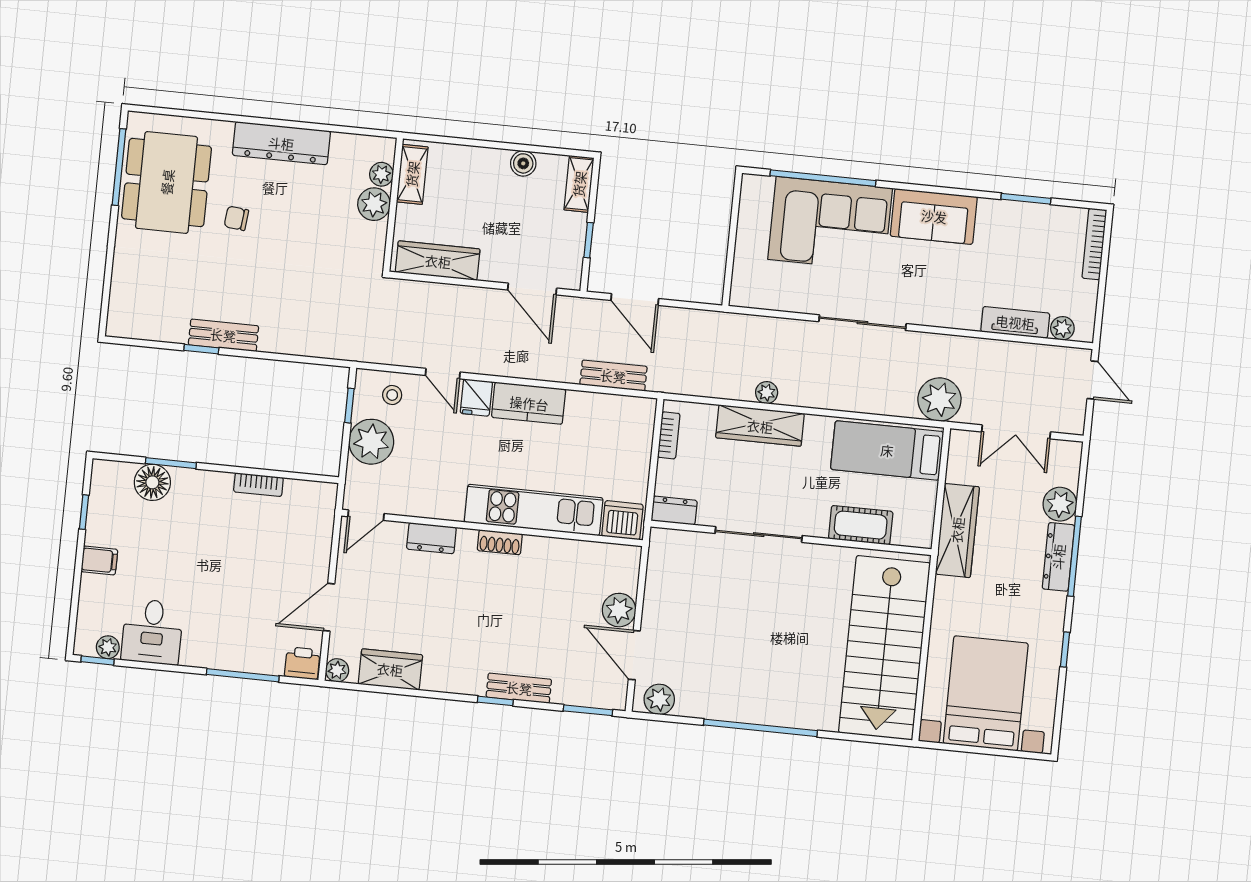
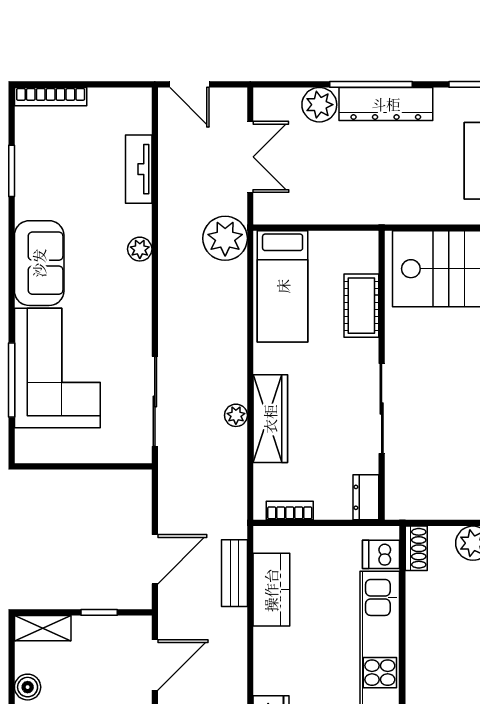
window: (823, 178) -> (12, 380), width x0.68
sliding door: (862, 323) -> (155, 401), moved
plant: (1062, 328) -> (140, 249), moved
door: (1092, 380) -> (189, 84), swing flipped
kitchen counter: (529, 403) -> (271, 590), moved
dishwasher: (622, 520) -> (381, 554), width x0.73
wardrobe: (957, 530) -> (357, 207), removed
shoe rack: (500, 542) -> (416, 548), moved
dresser: (1058, 557) -> (386, 104), width x1.37, depth x1.24

